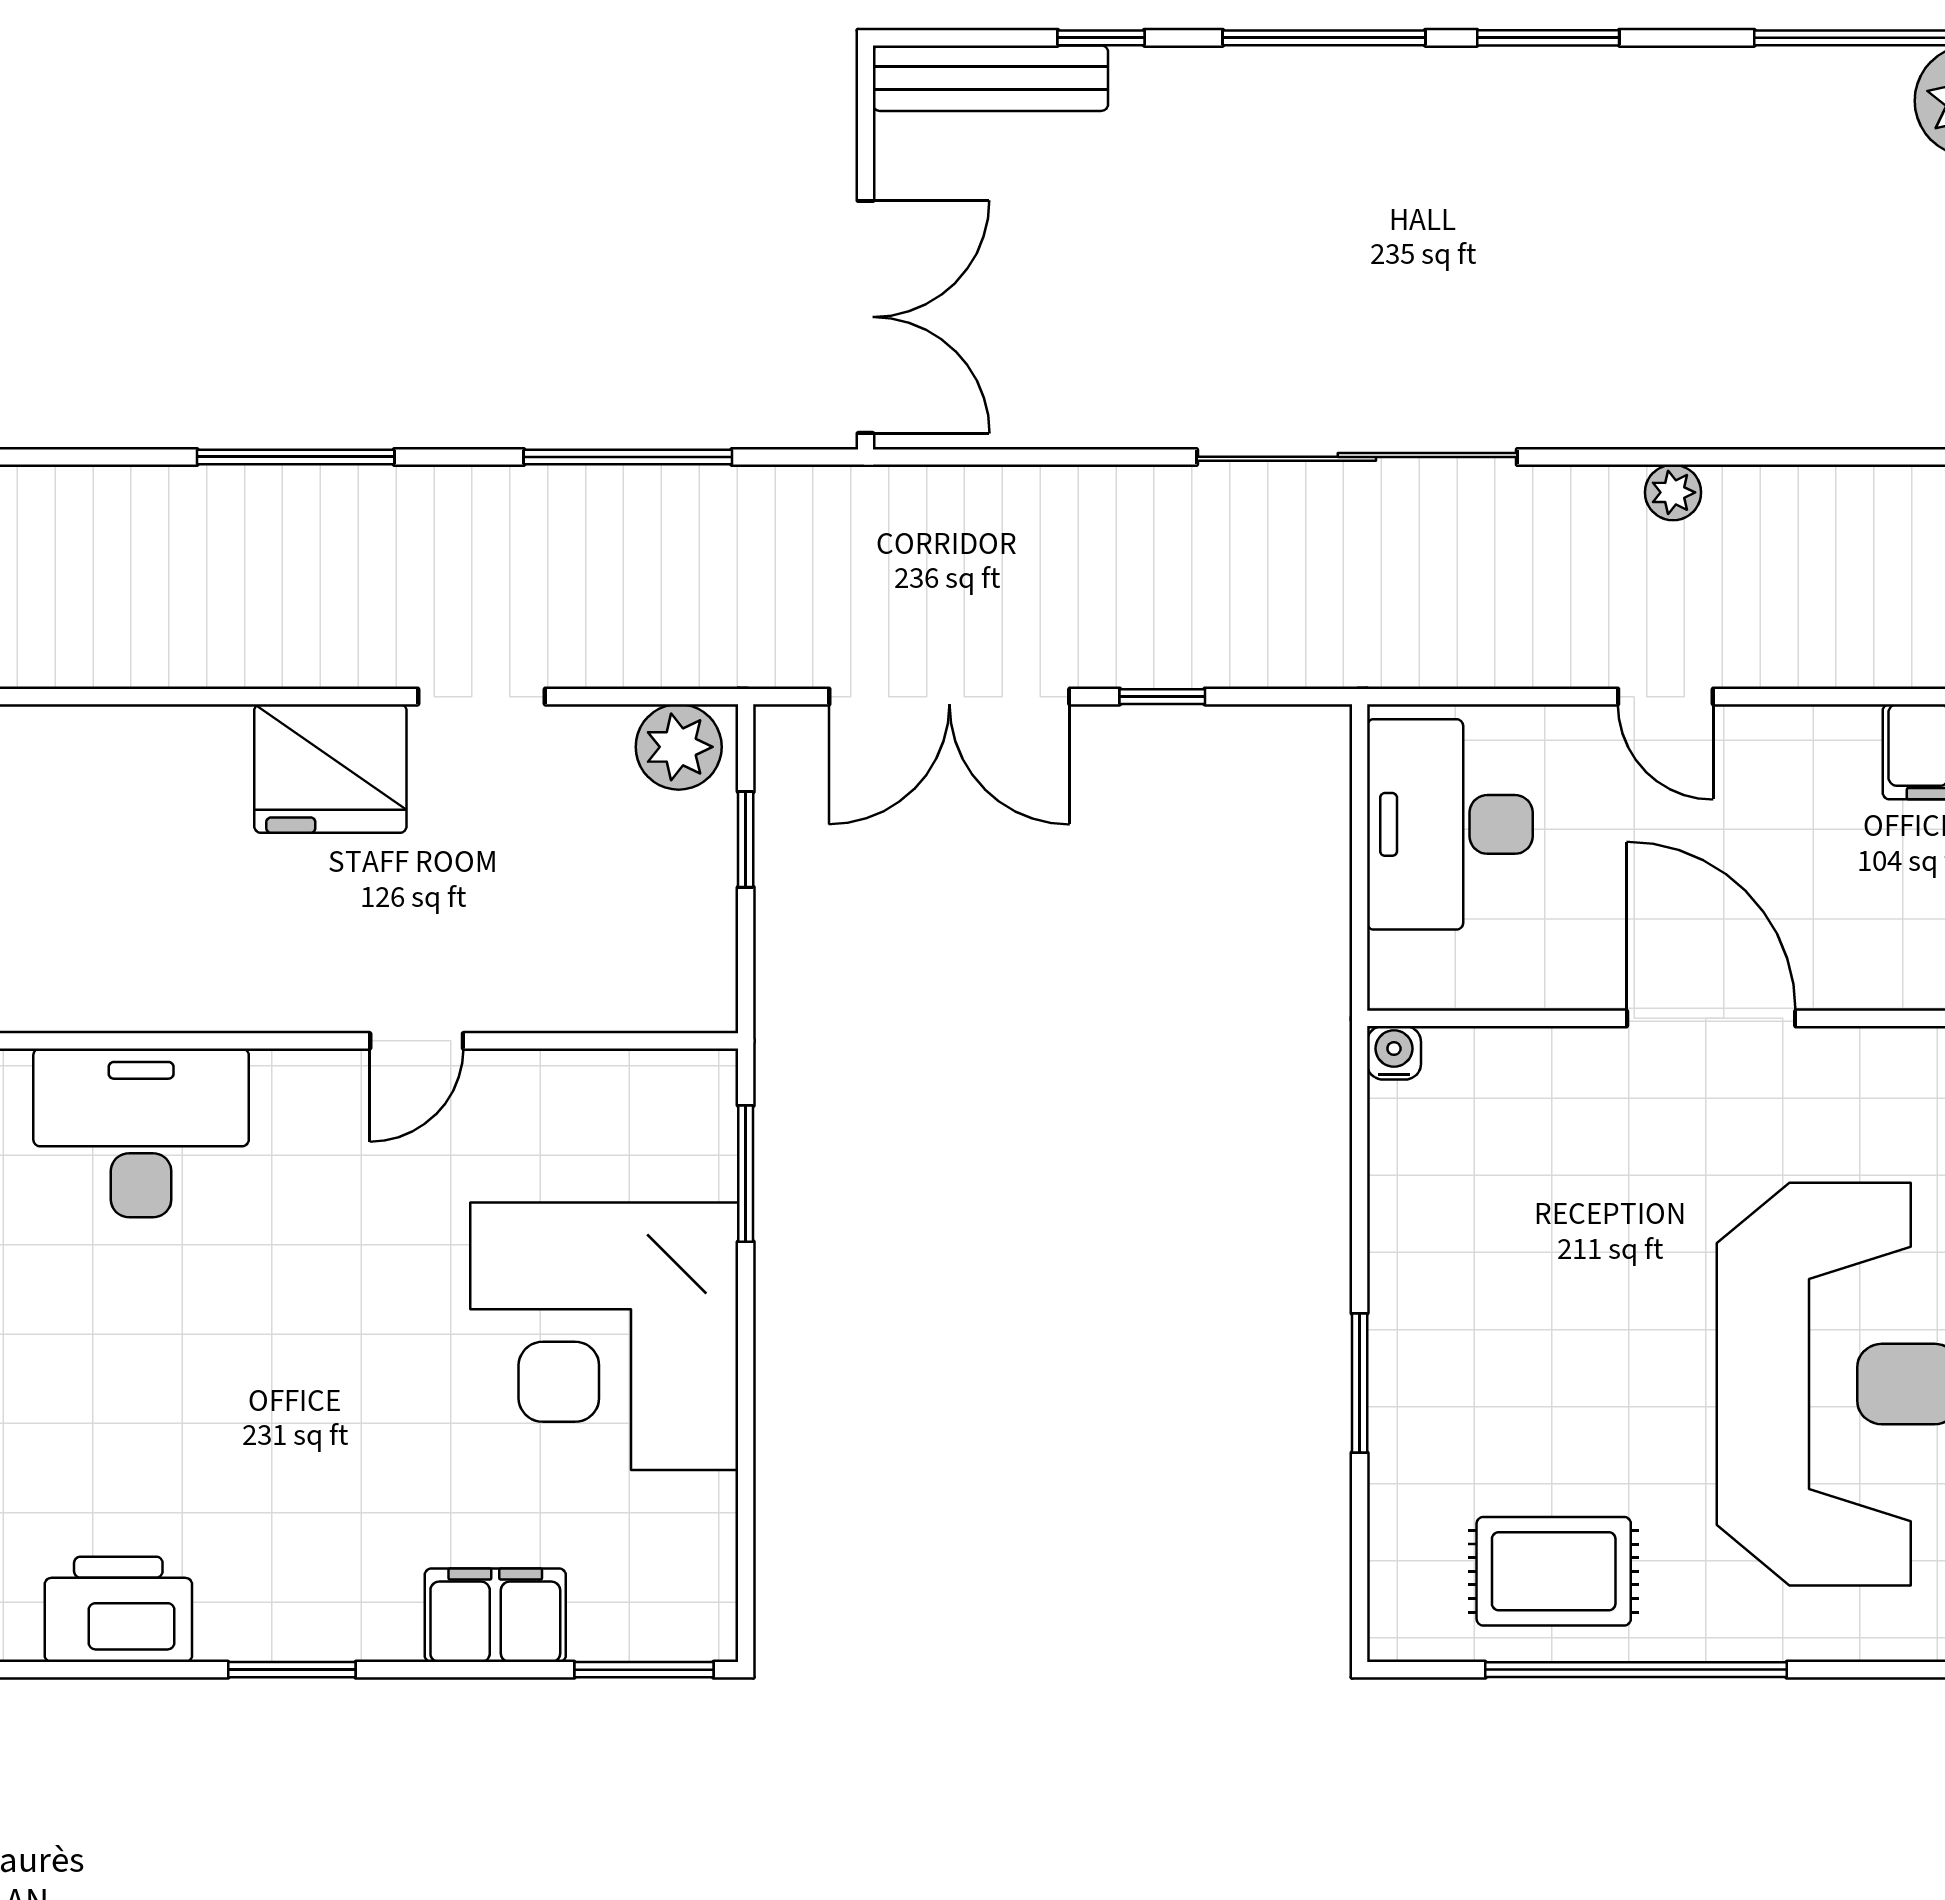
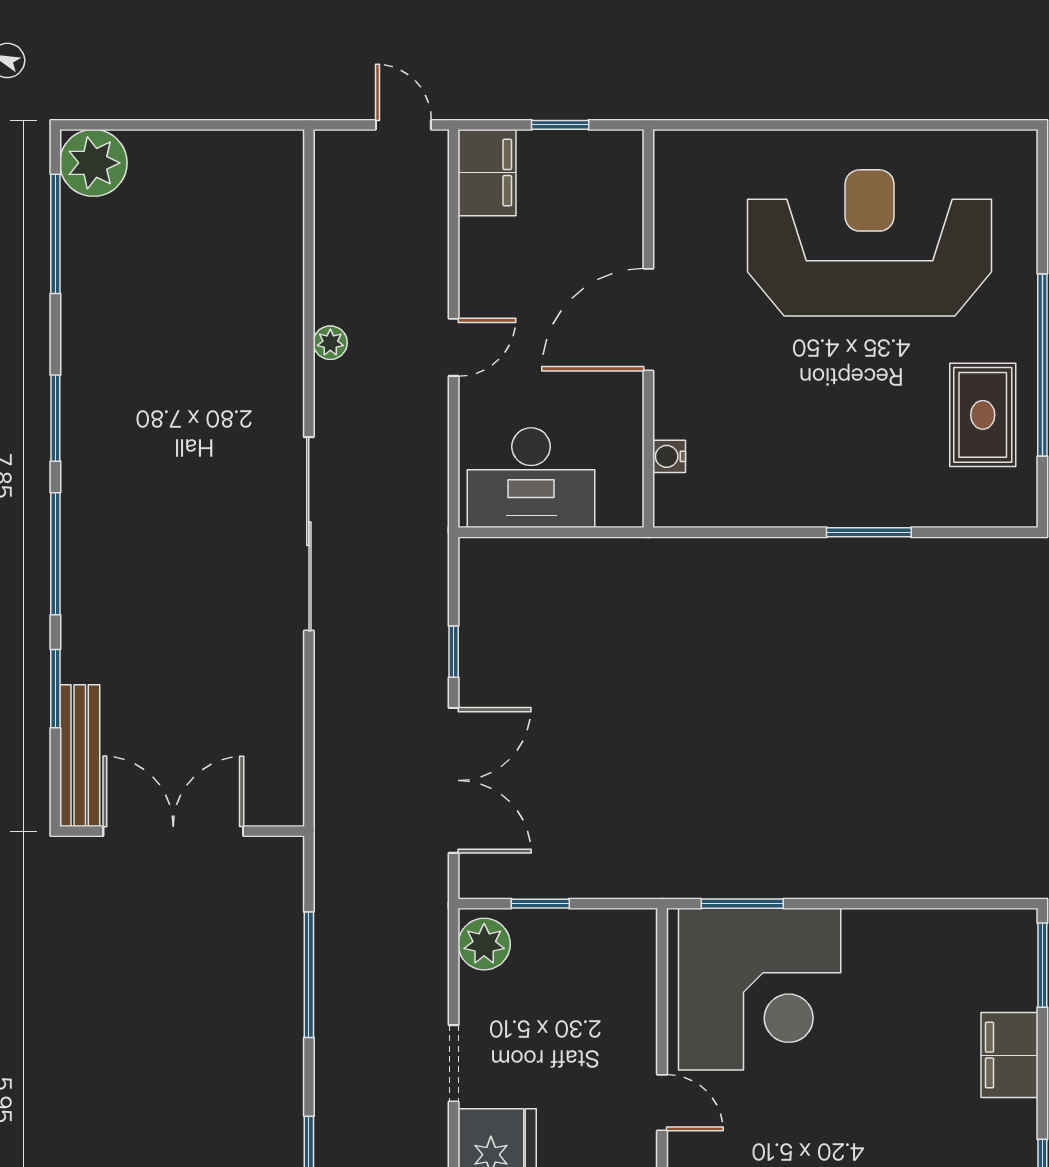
window: (1101, 38) -> (55, 689), width x1.50
double door: (866, 317) -> (173, 831), moved
water cooler: (1394, 1053) -> (669, 456), moved
corner desk: (604, 1336) -> (760, 989), moved

